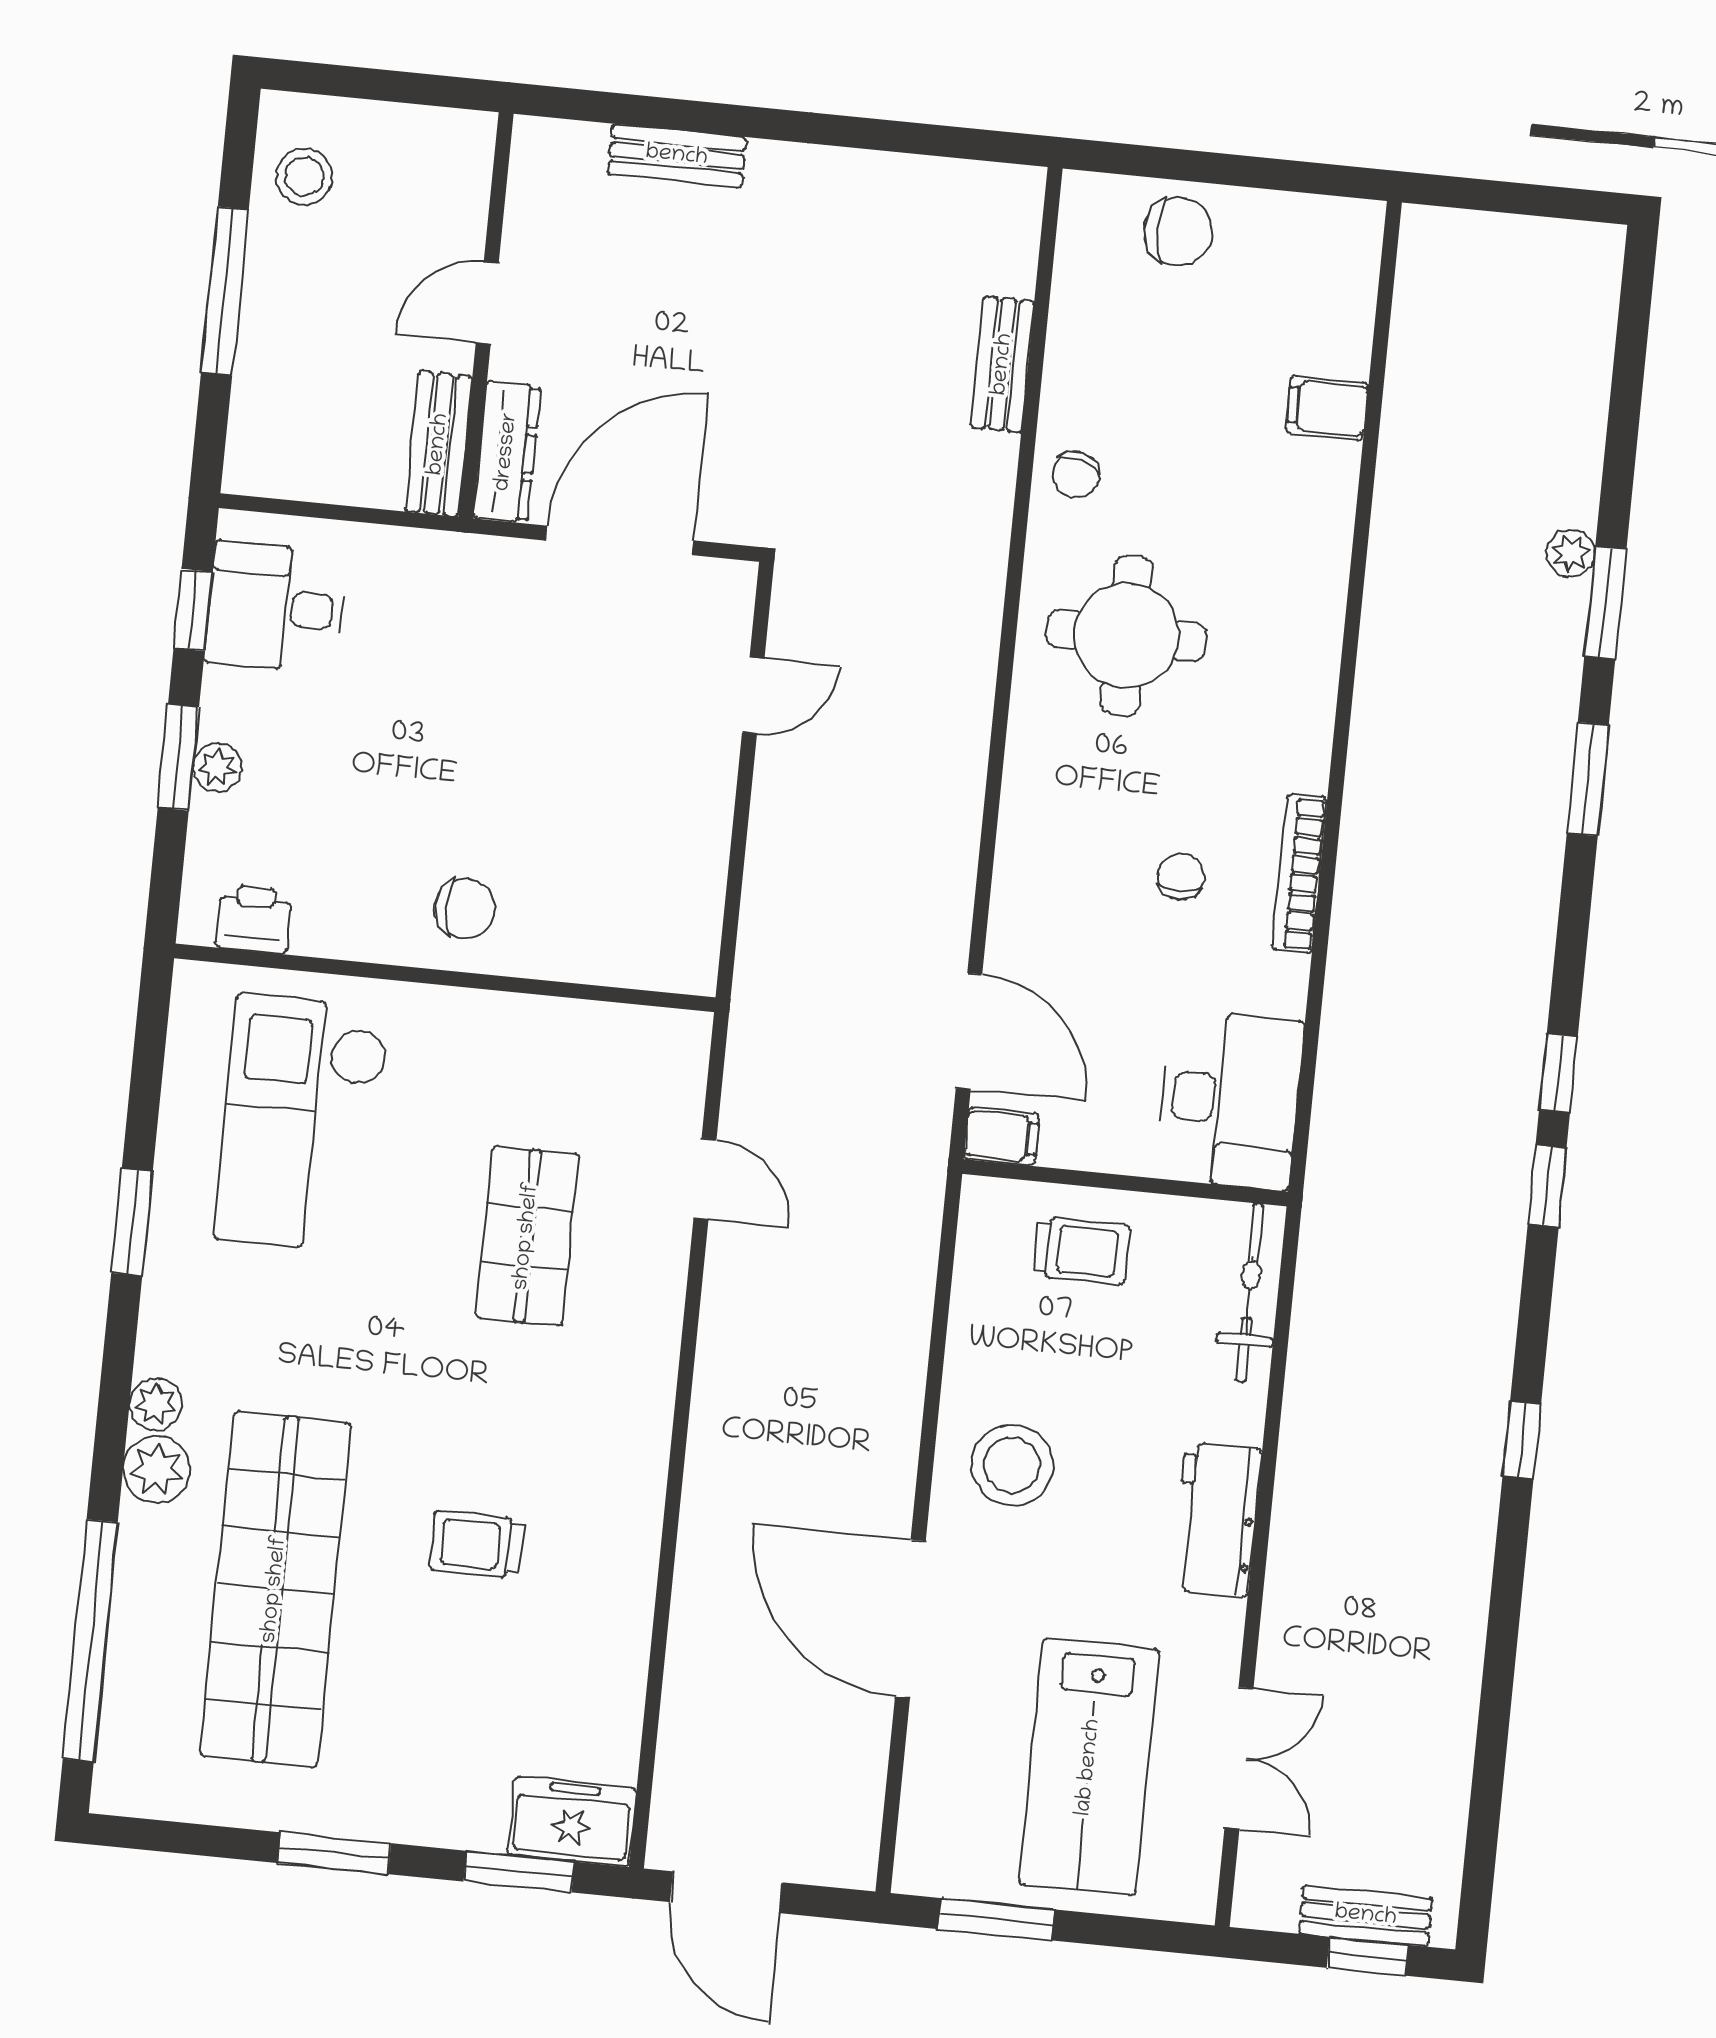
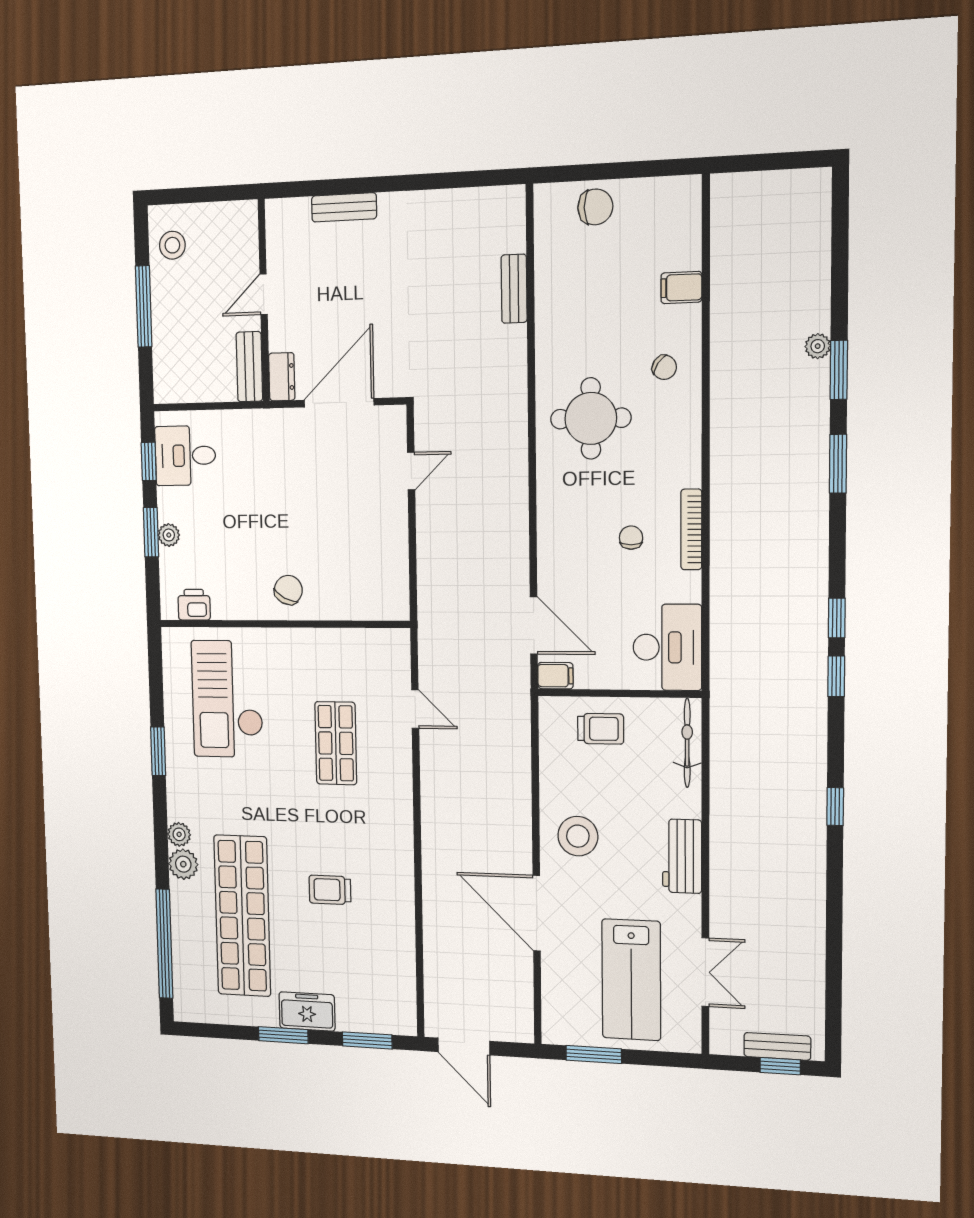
dresser: (507, 452) -> (282, 377), width x0.70
chair: (1076, 475) -> (664, 367), moved, turned -70
chair: (465, 909) -> (288, 590), turned -62
freezer: (572, 1821) -> (307, 1011), moved

